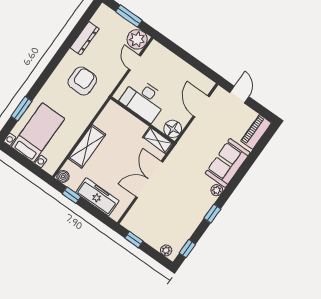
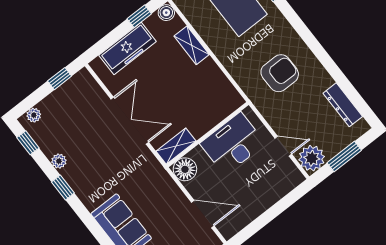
dresser: (85, 38) -> (343, 105), moved
armchair: (82, 81) -> (280, 73), turned -90
shelving: (87, 146) -> (192, 45), width x0.67, depth x0.75
plant: (217, 190) -> (59, 161), moved

